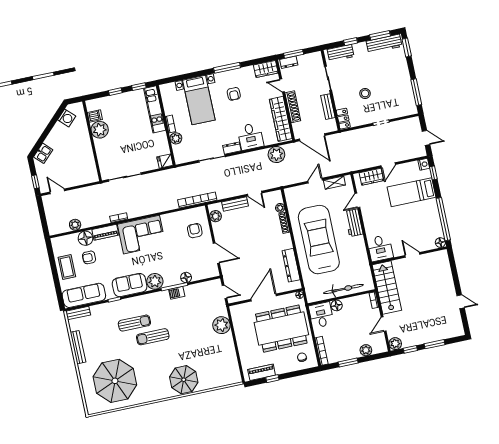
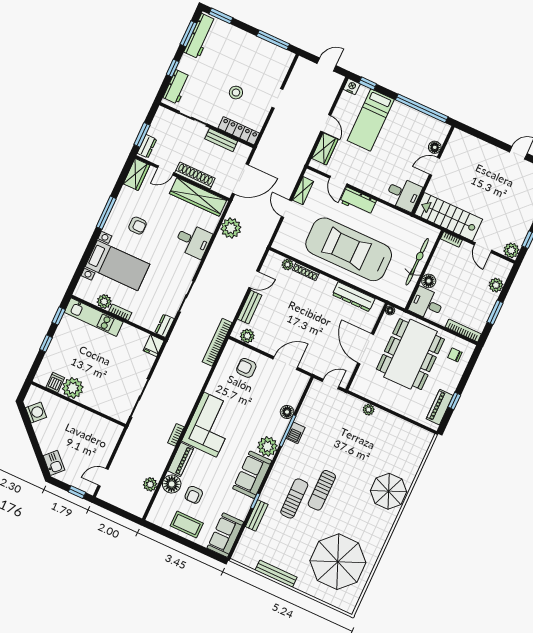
locker: (343, 119) -> (239, 131), width x1.53
plant: (176, 138) -> (104, 302), moved
dresser: (232, 148) -> (165, 326), moved
floor lamp: (440, 243) -> (435, 147), moved
sofa: (84, 295) -> (225, 535), width x0.73
bench: (78, 313) -> (257, 515), moved
plant: (221, 325) -> (369, 410), width x0.53, depth x0.53

